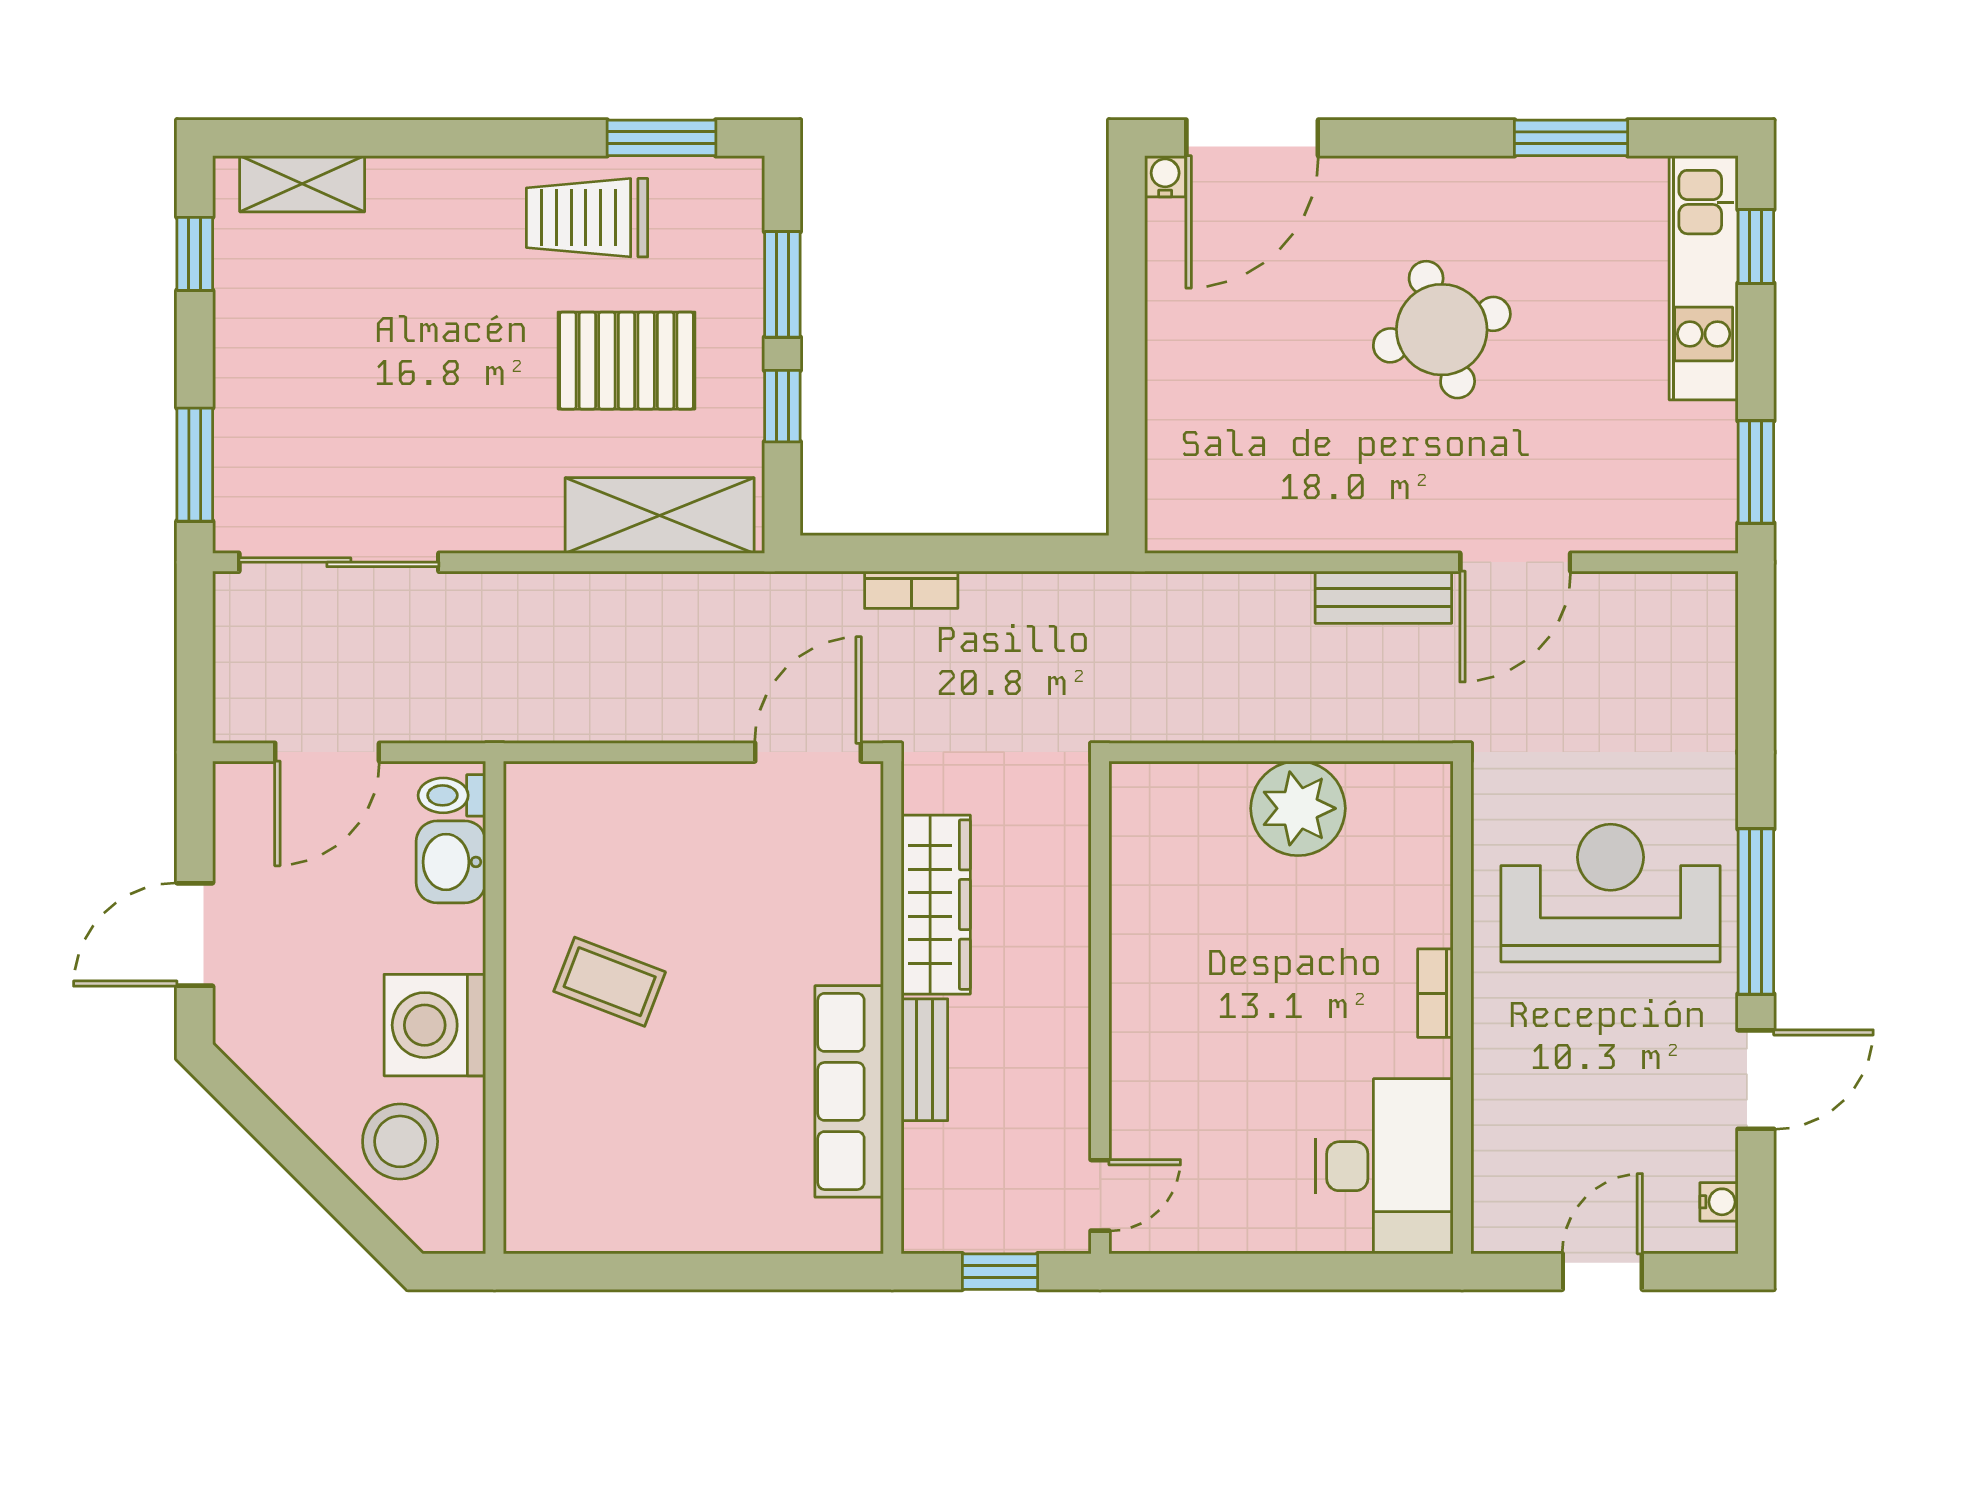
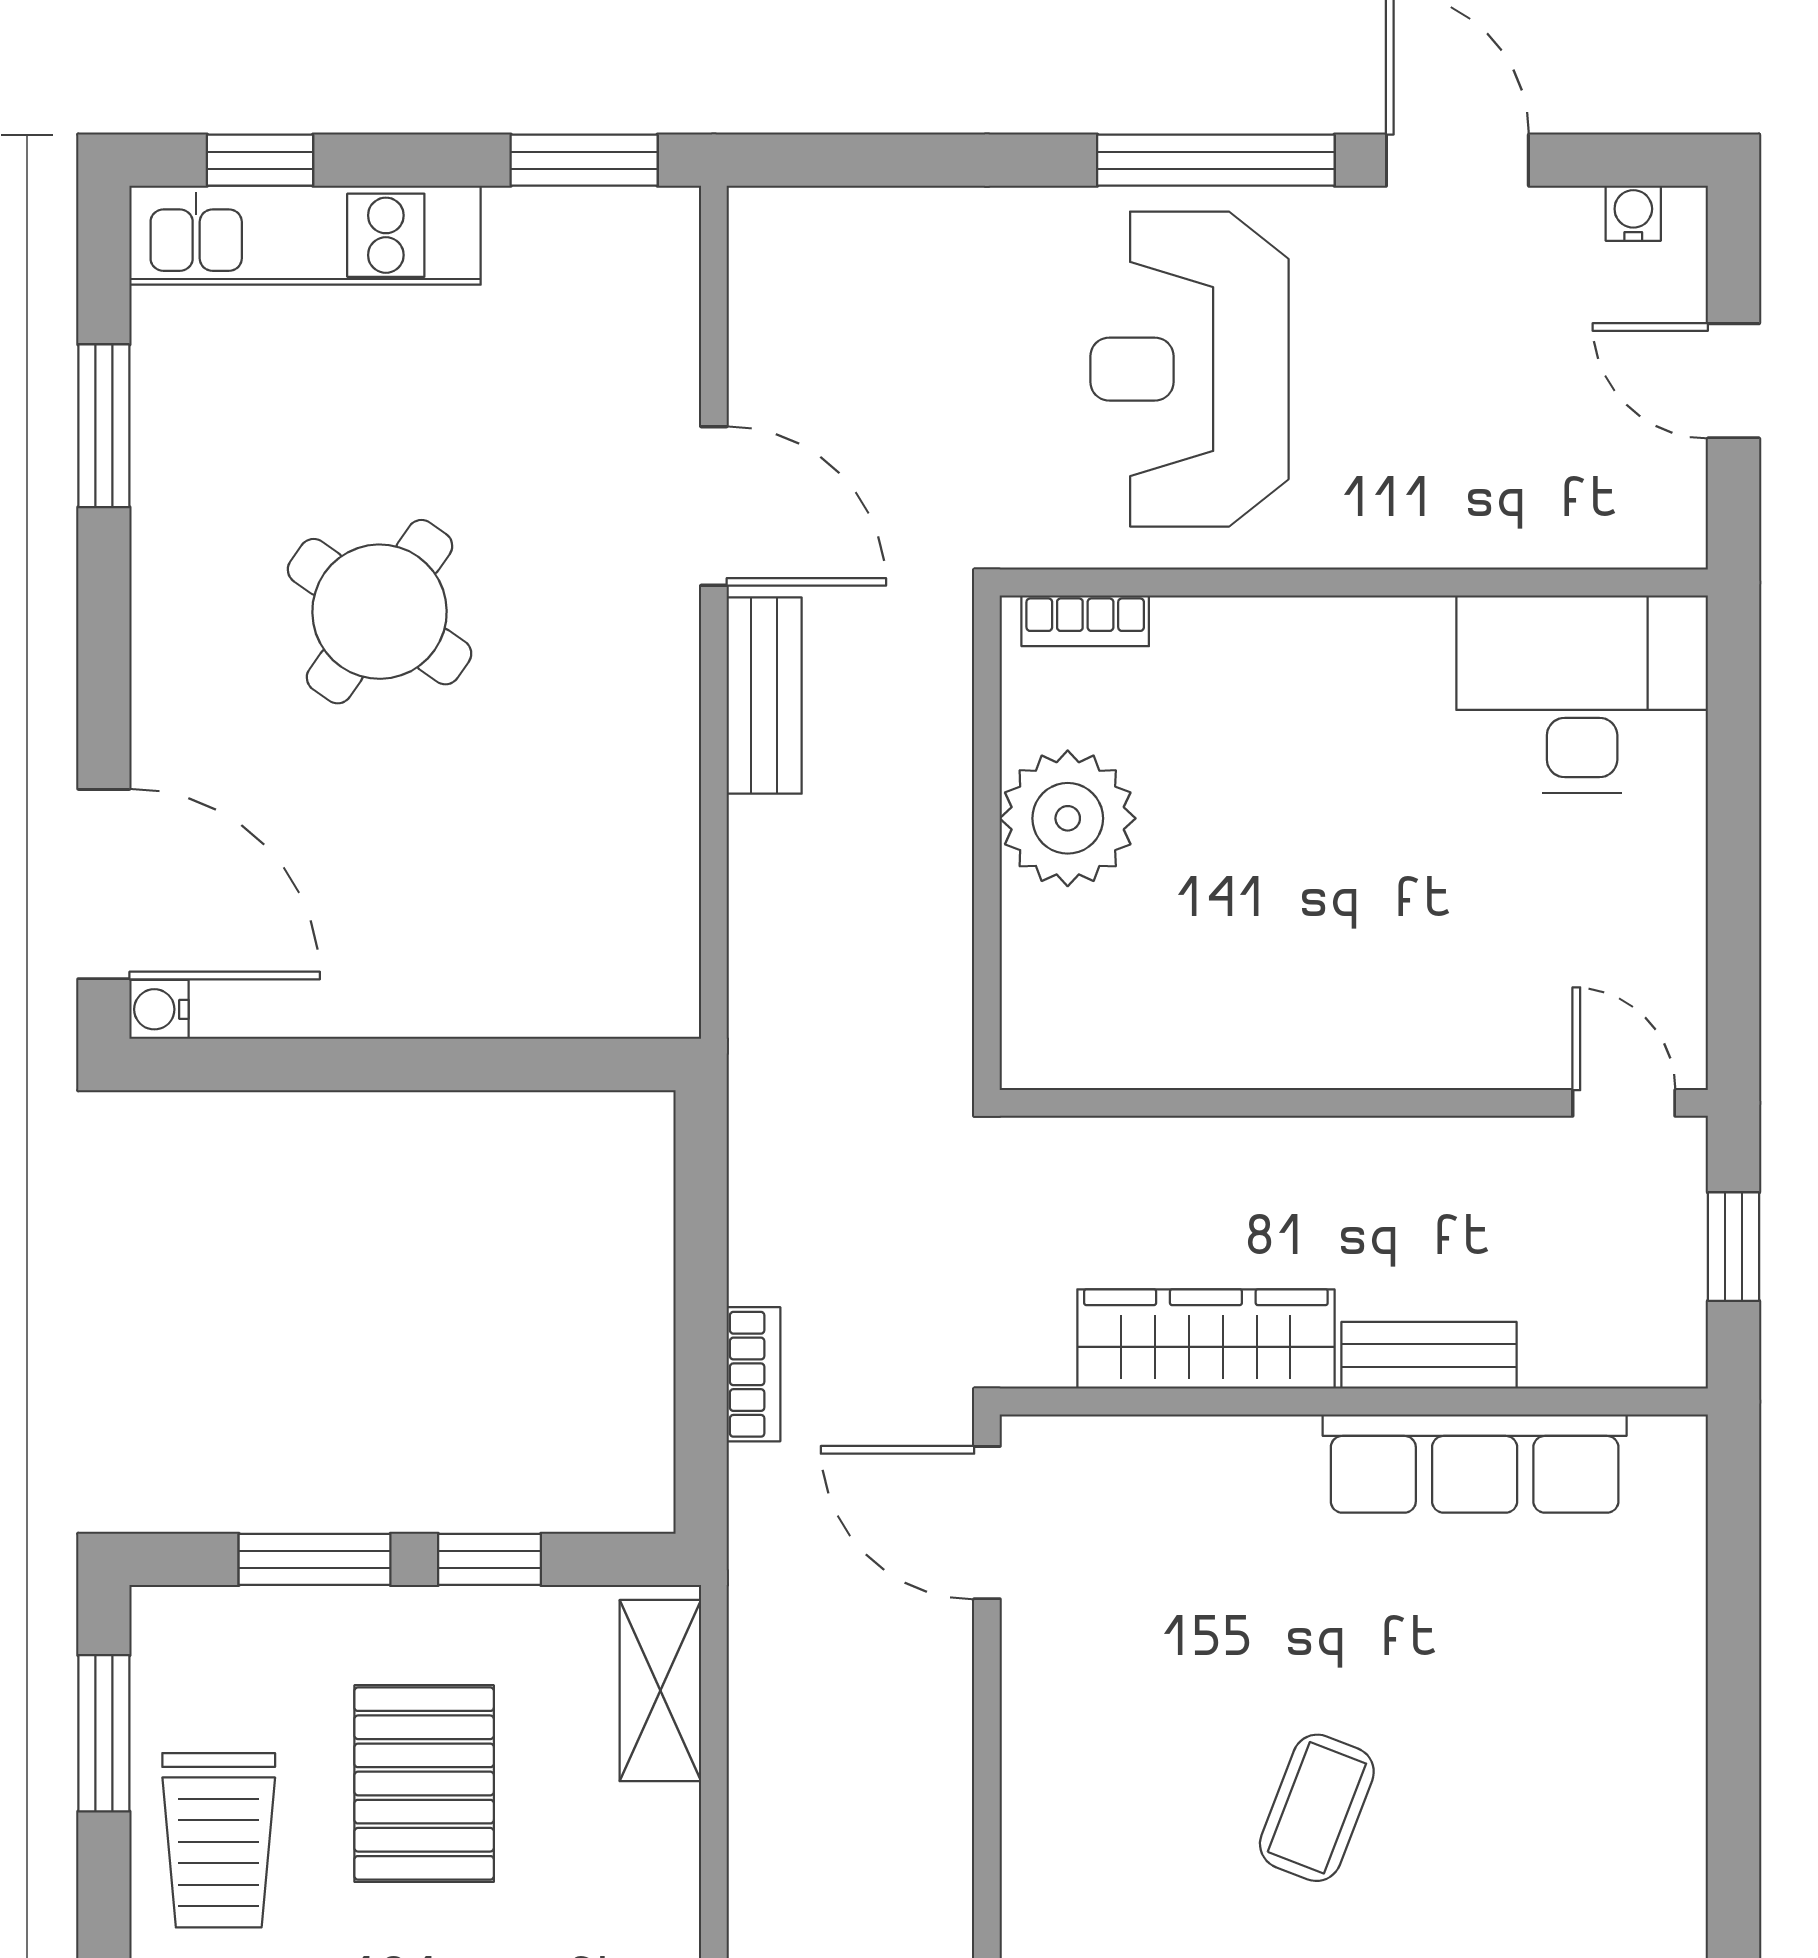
round table: (1442, 330) -> (380, 612), turned -38
shelving: (660, 515) -> (660, 1691), width x0.67, depth x0.75
bookcase: (1435, 993) -> (1085, 621), moved

